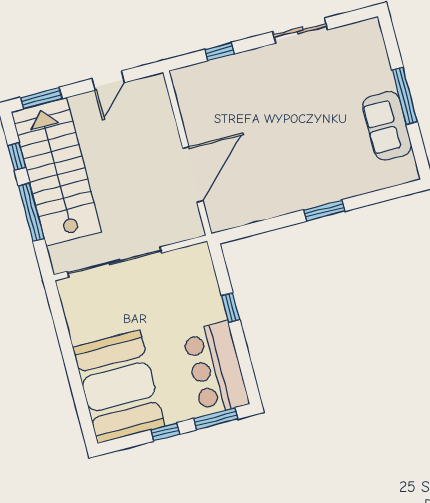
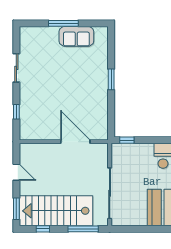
window: (31, 212) -> (83, 229), moved
window: (231, 308) -> (127, 140), moved

